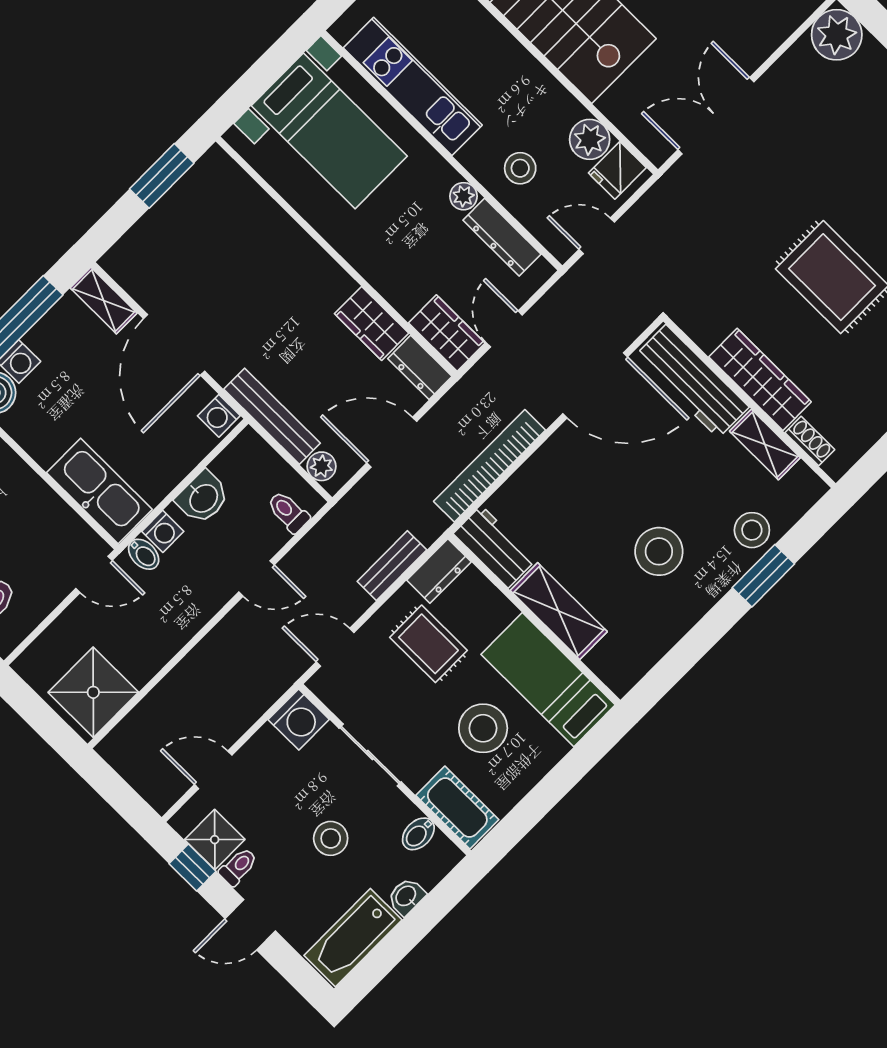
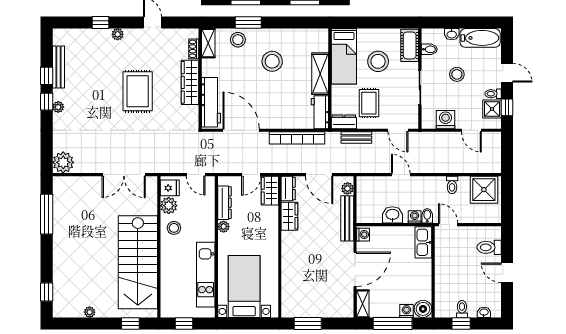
stool: (520, 168) -> (174, 228), moved
shelving: (765, 444) -> (208, 43), moved
kitchen sink: (99, 491) -> (423, 242), width x0.73, depth x0.81
toilet: (288, 512) -> (452, 185), moved
washing machine: (299, 720) -> (446, 120), moved

